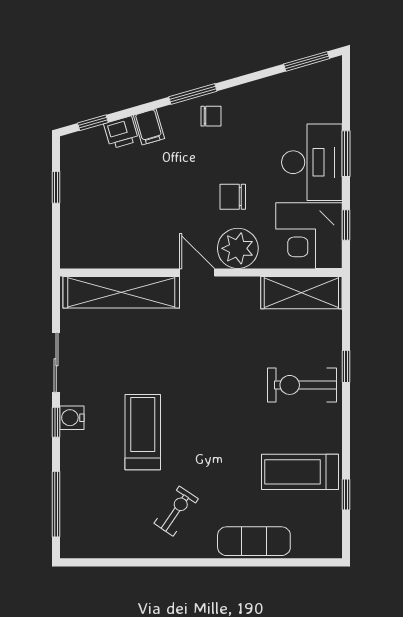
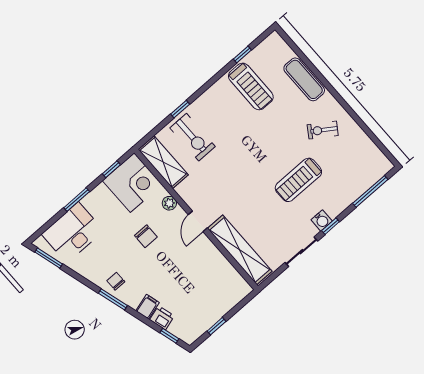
desk: (312, 162) -> (73, 232), moved
plant: (238, 248) -> (169, 203), width x0.53, depth x0.53
exercise bike: (302, 385) -> (193, 137), moved

